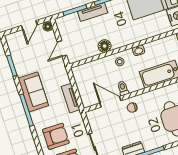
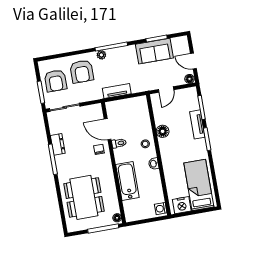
door: (62, 49) -> (166, 90), swing flipped
sofa: (33, 92) -> (154, 51), moved
door: (110, 102) -> (108, 129), swing flipped
plant: (36, 119) -> (101, 55), added

